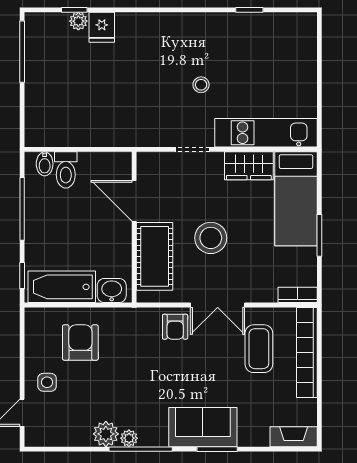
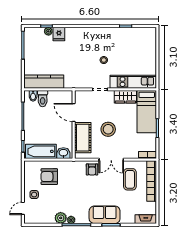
kitchen counter: (68, 133) -> (44, 82), added
armchair: (80, 343) -> (49, 177), turned -90

